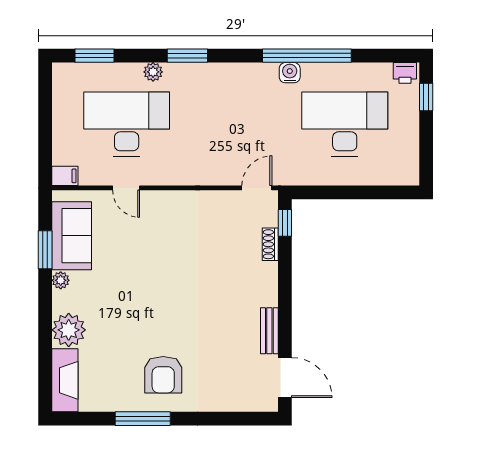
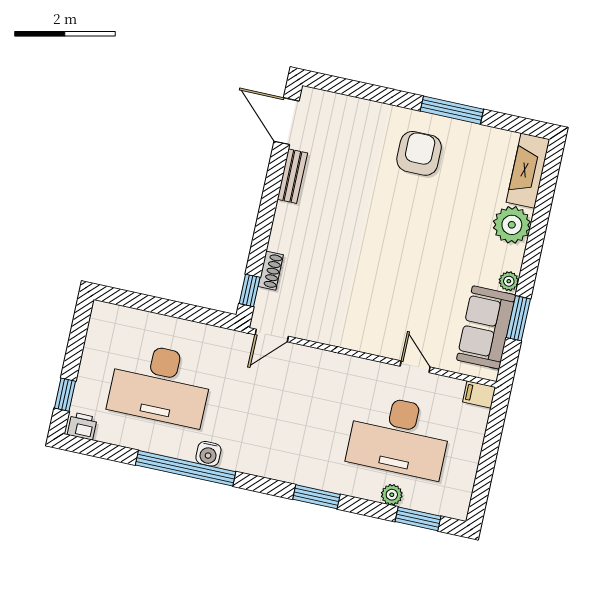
plant: (153, 72) -> (392, 495), moved

